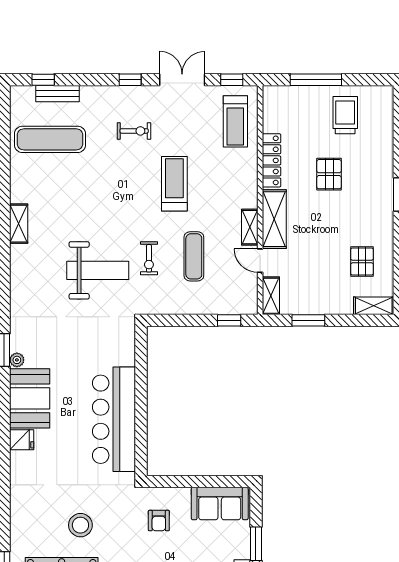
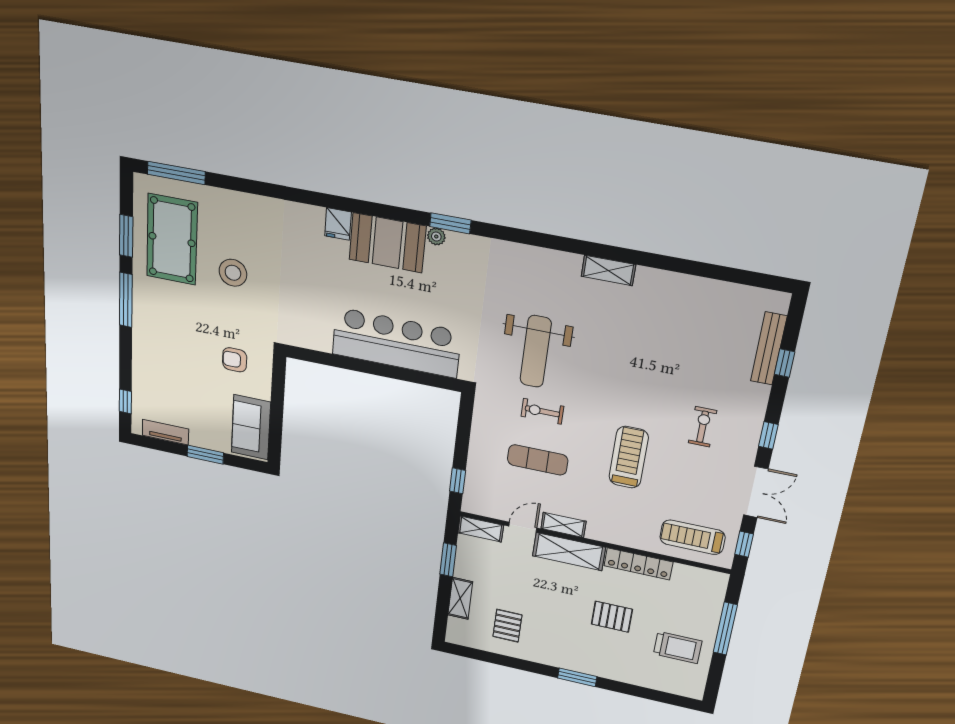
window: (43, 80) -> (785, 363), moved
bench: (57, 94) -> (769, 349), width x1.36
exercise bike: (134, 131) -> (703, 427), turned 180
exercise mat: (50, 139) -> (711, 328), removed
treadmill: (174, 184) -> (629, 457), turned -90
pallet: (362, 262) -> (507, 626), turned 90
shelving: (374, 306) -> (460, 598), moved
bar counter: (114, 419) -> (396, 343), moved

